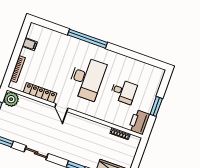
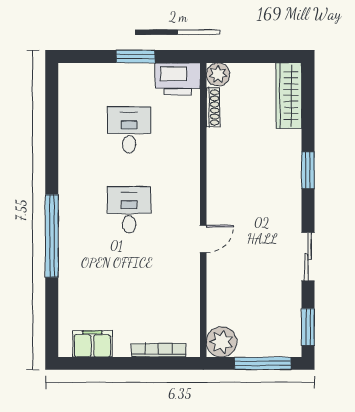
filing cabinet: (30, 44) -> (92, 344), width x2.00
desk: (87, 78) -> (129, 210), width x0.53, depth x0.77
locker: (40, 93) -> (189, 291), removed
plant: (134, 141) -> (218, 74), added

